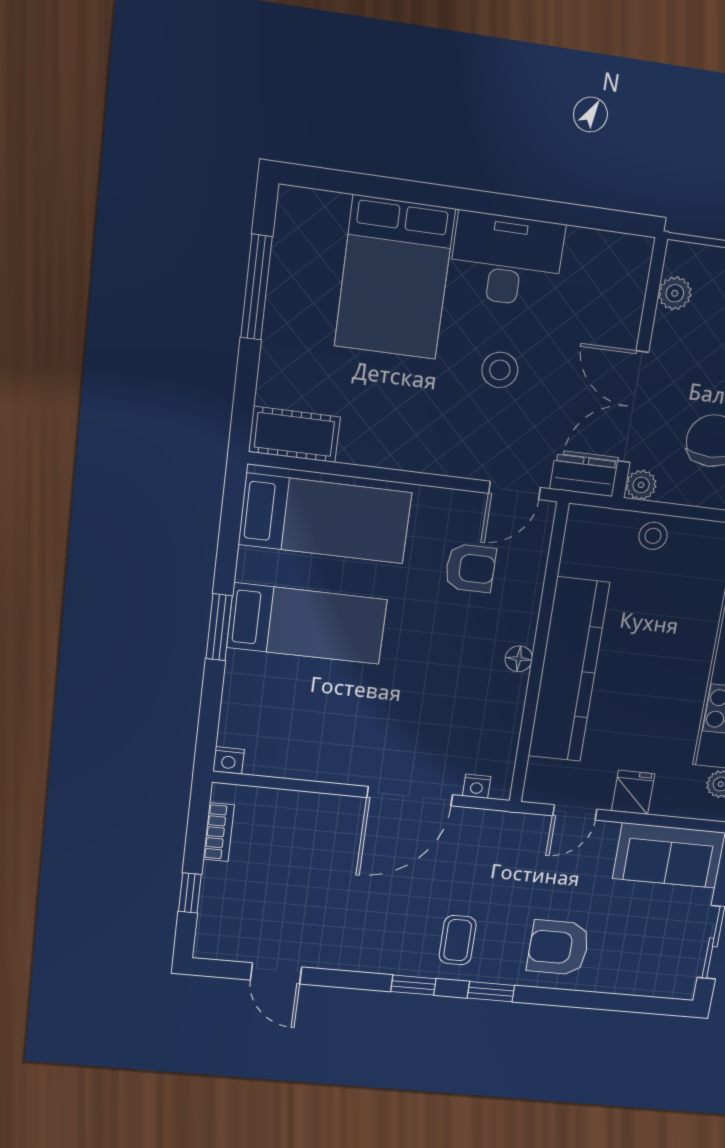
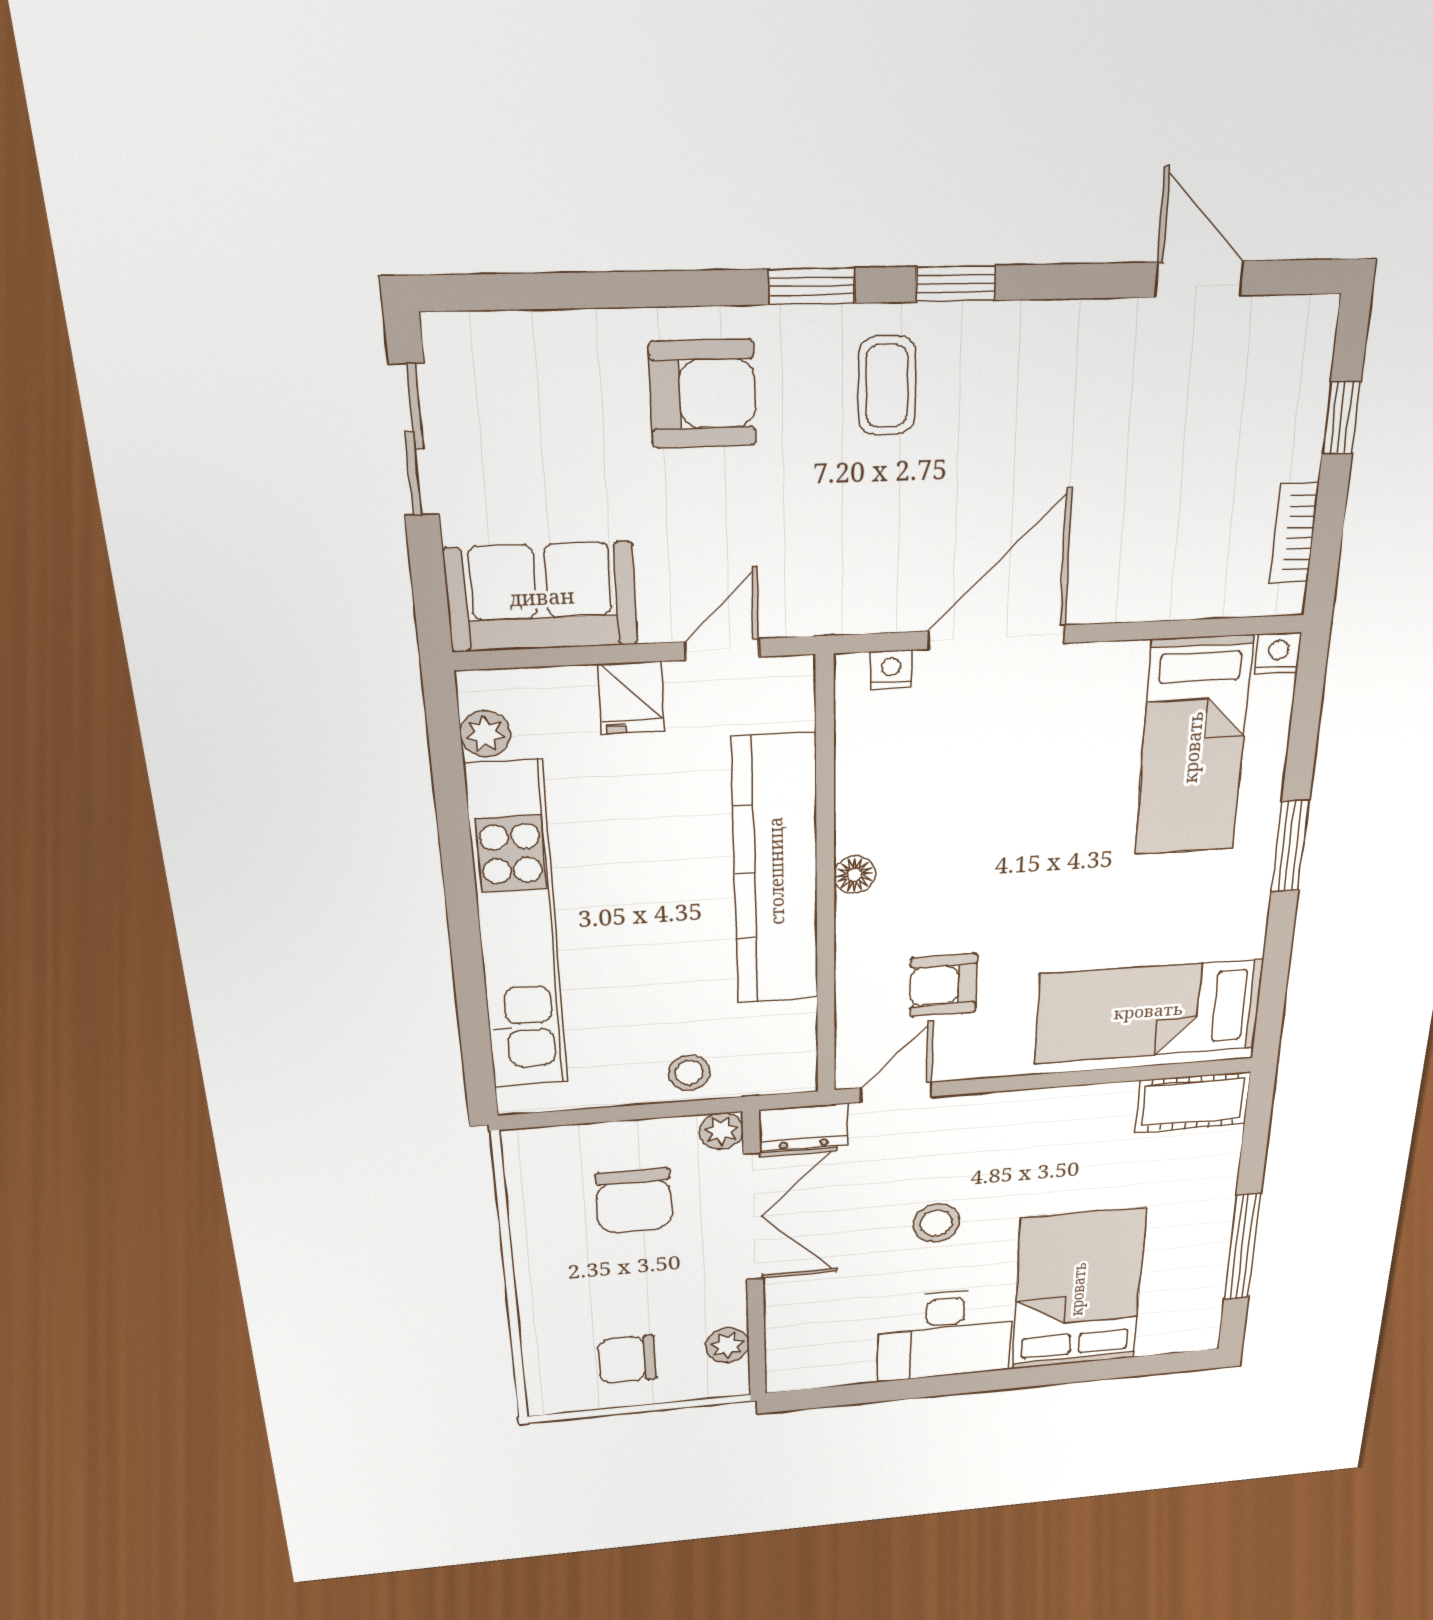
bed: (307, 624) -> (1193, 747), moved, turned -90

